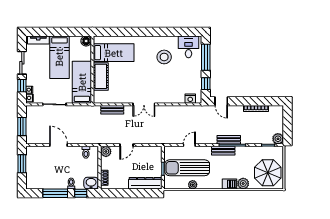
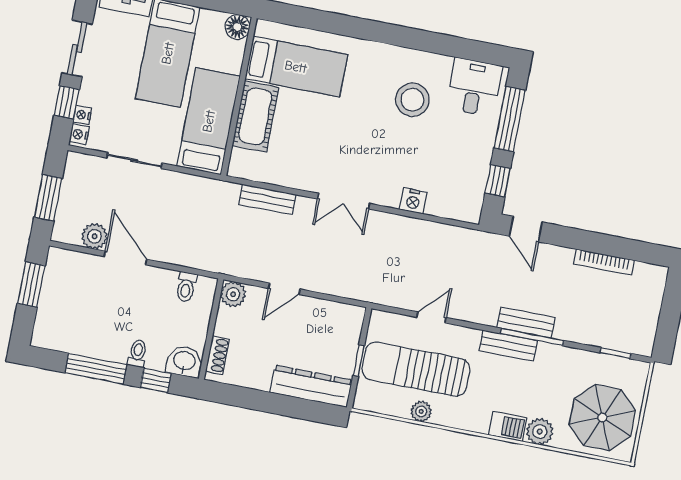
nightstand: (190, 99) -> (413, 201), moved
plant: (278, 139) -> (95, 236), moved

